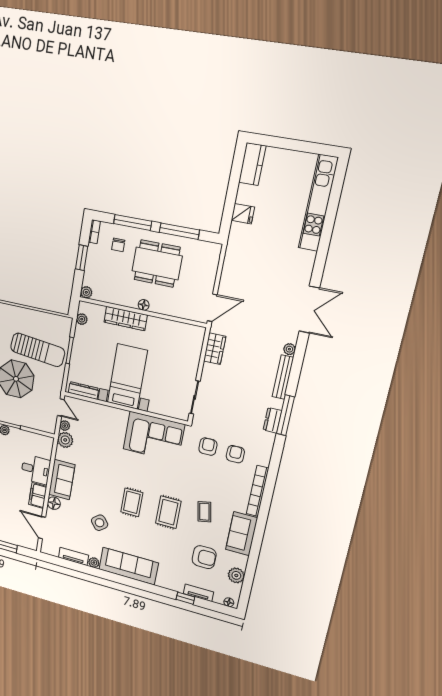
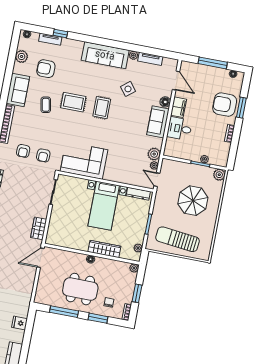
window: (133, 222) -> (98, 318), width x0.69
sun lounger: (38, 350) -> (177, 239), moved
rug: (168, 512) -> (73, 102), turned 90

